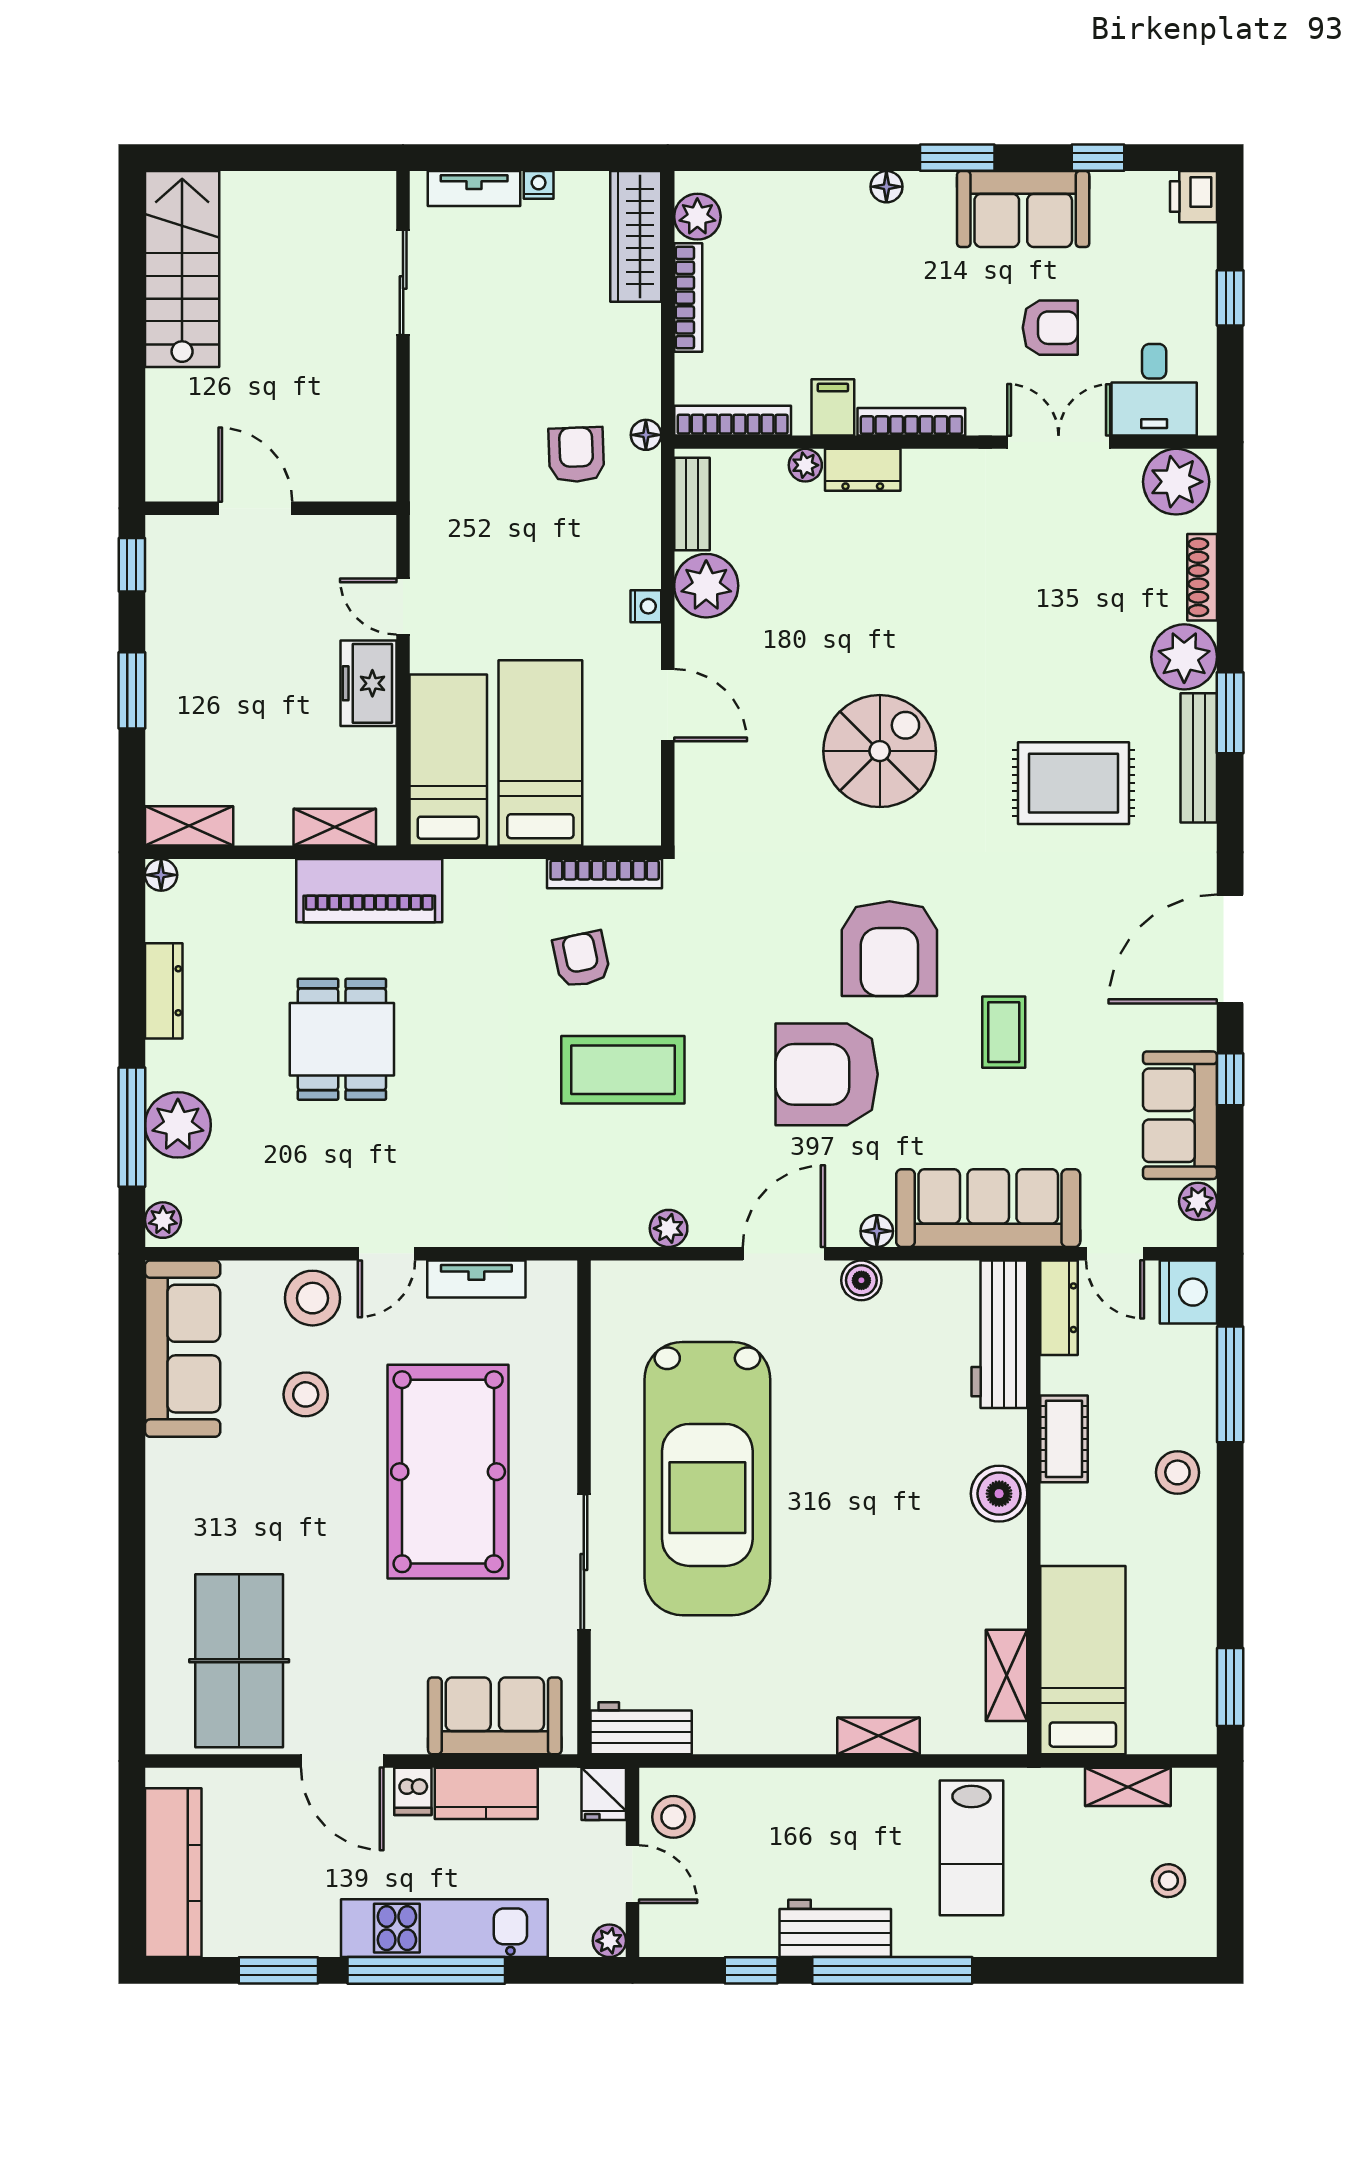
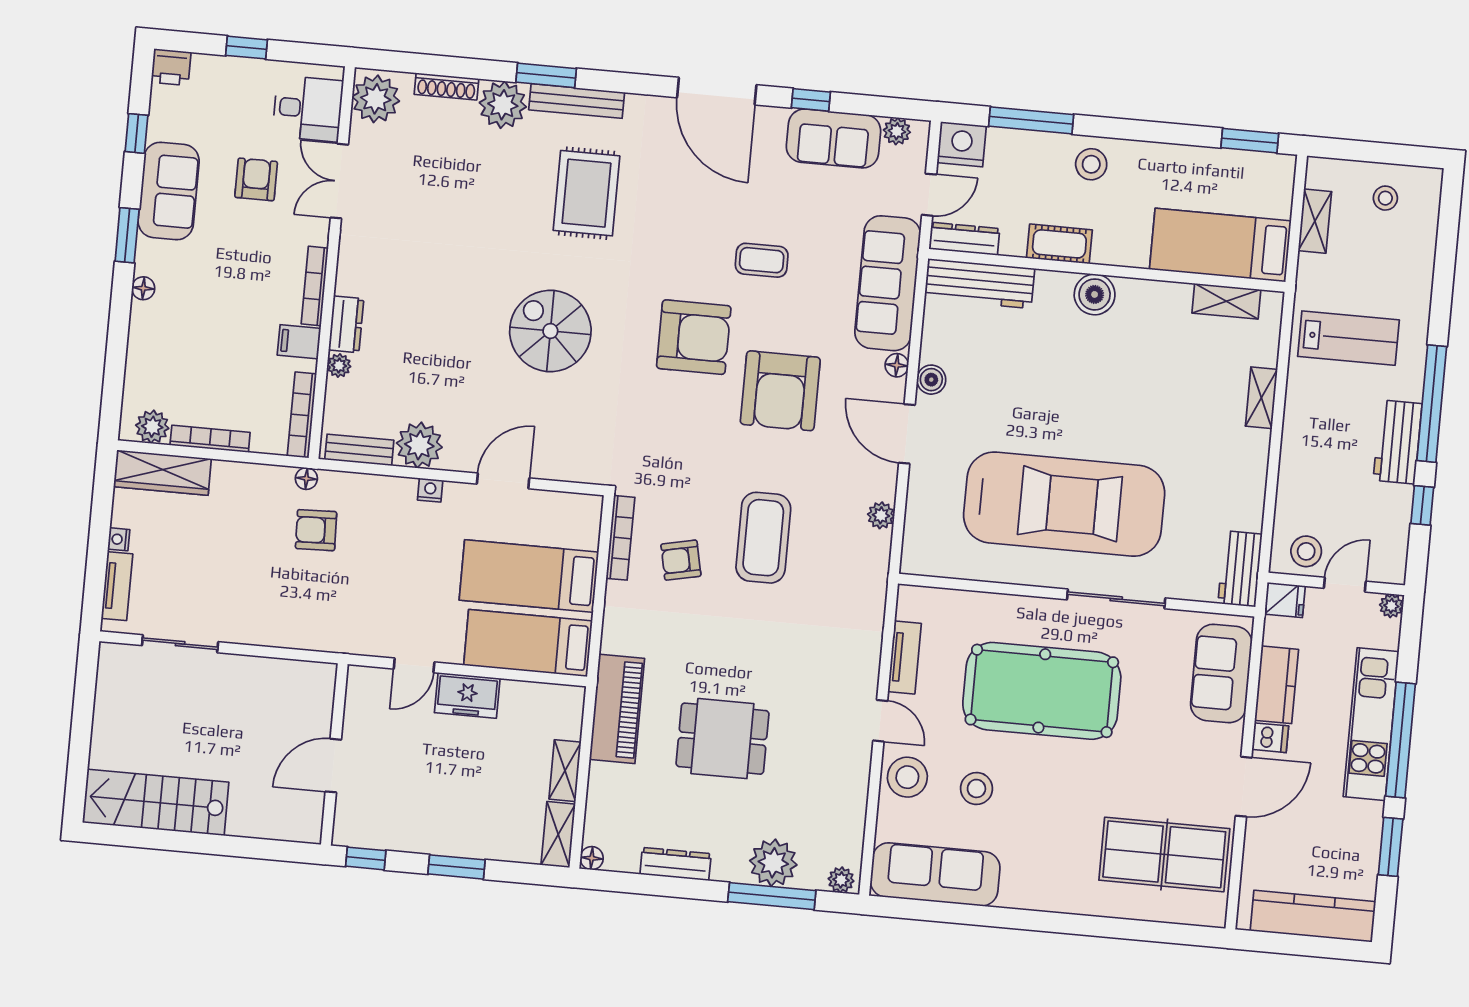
shelving: (335, 827) -> (565, 771), moved

